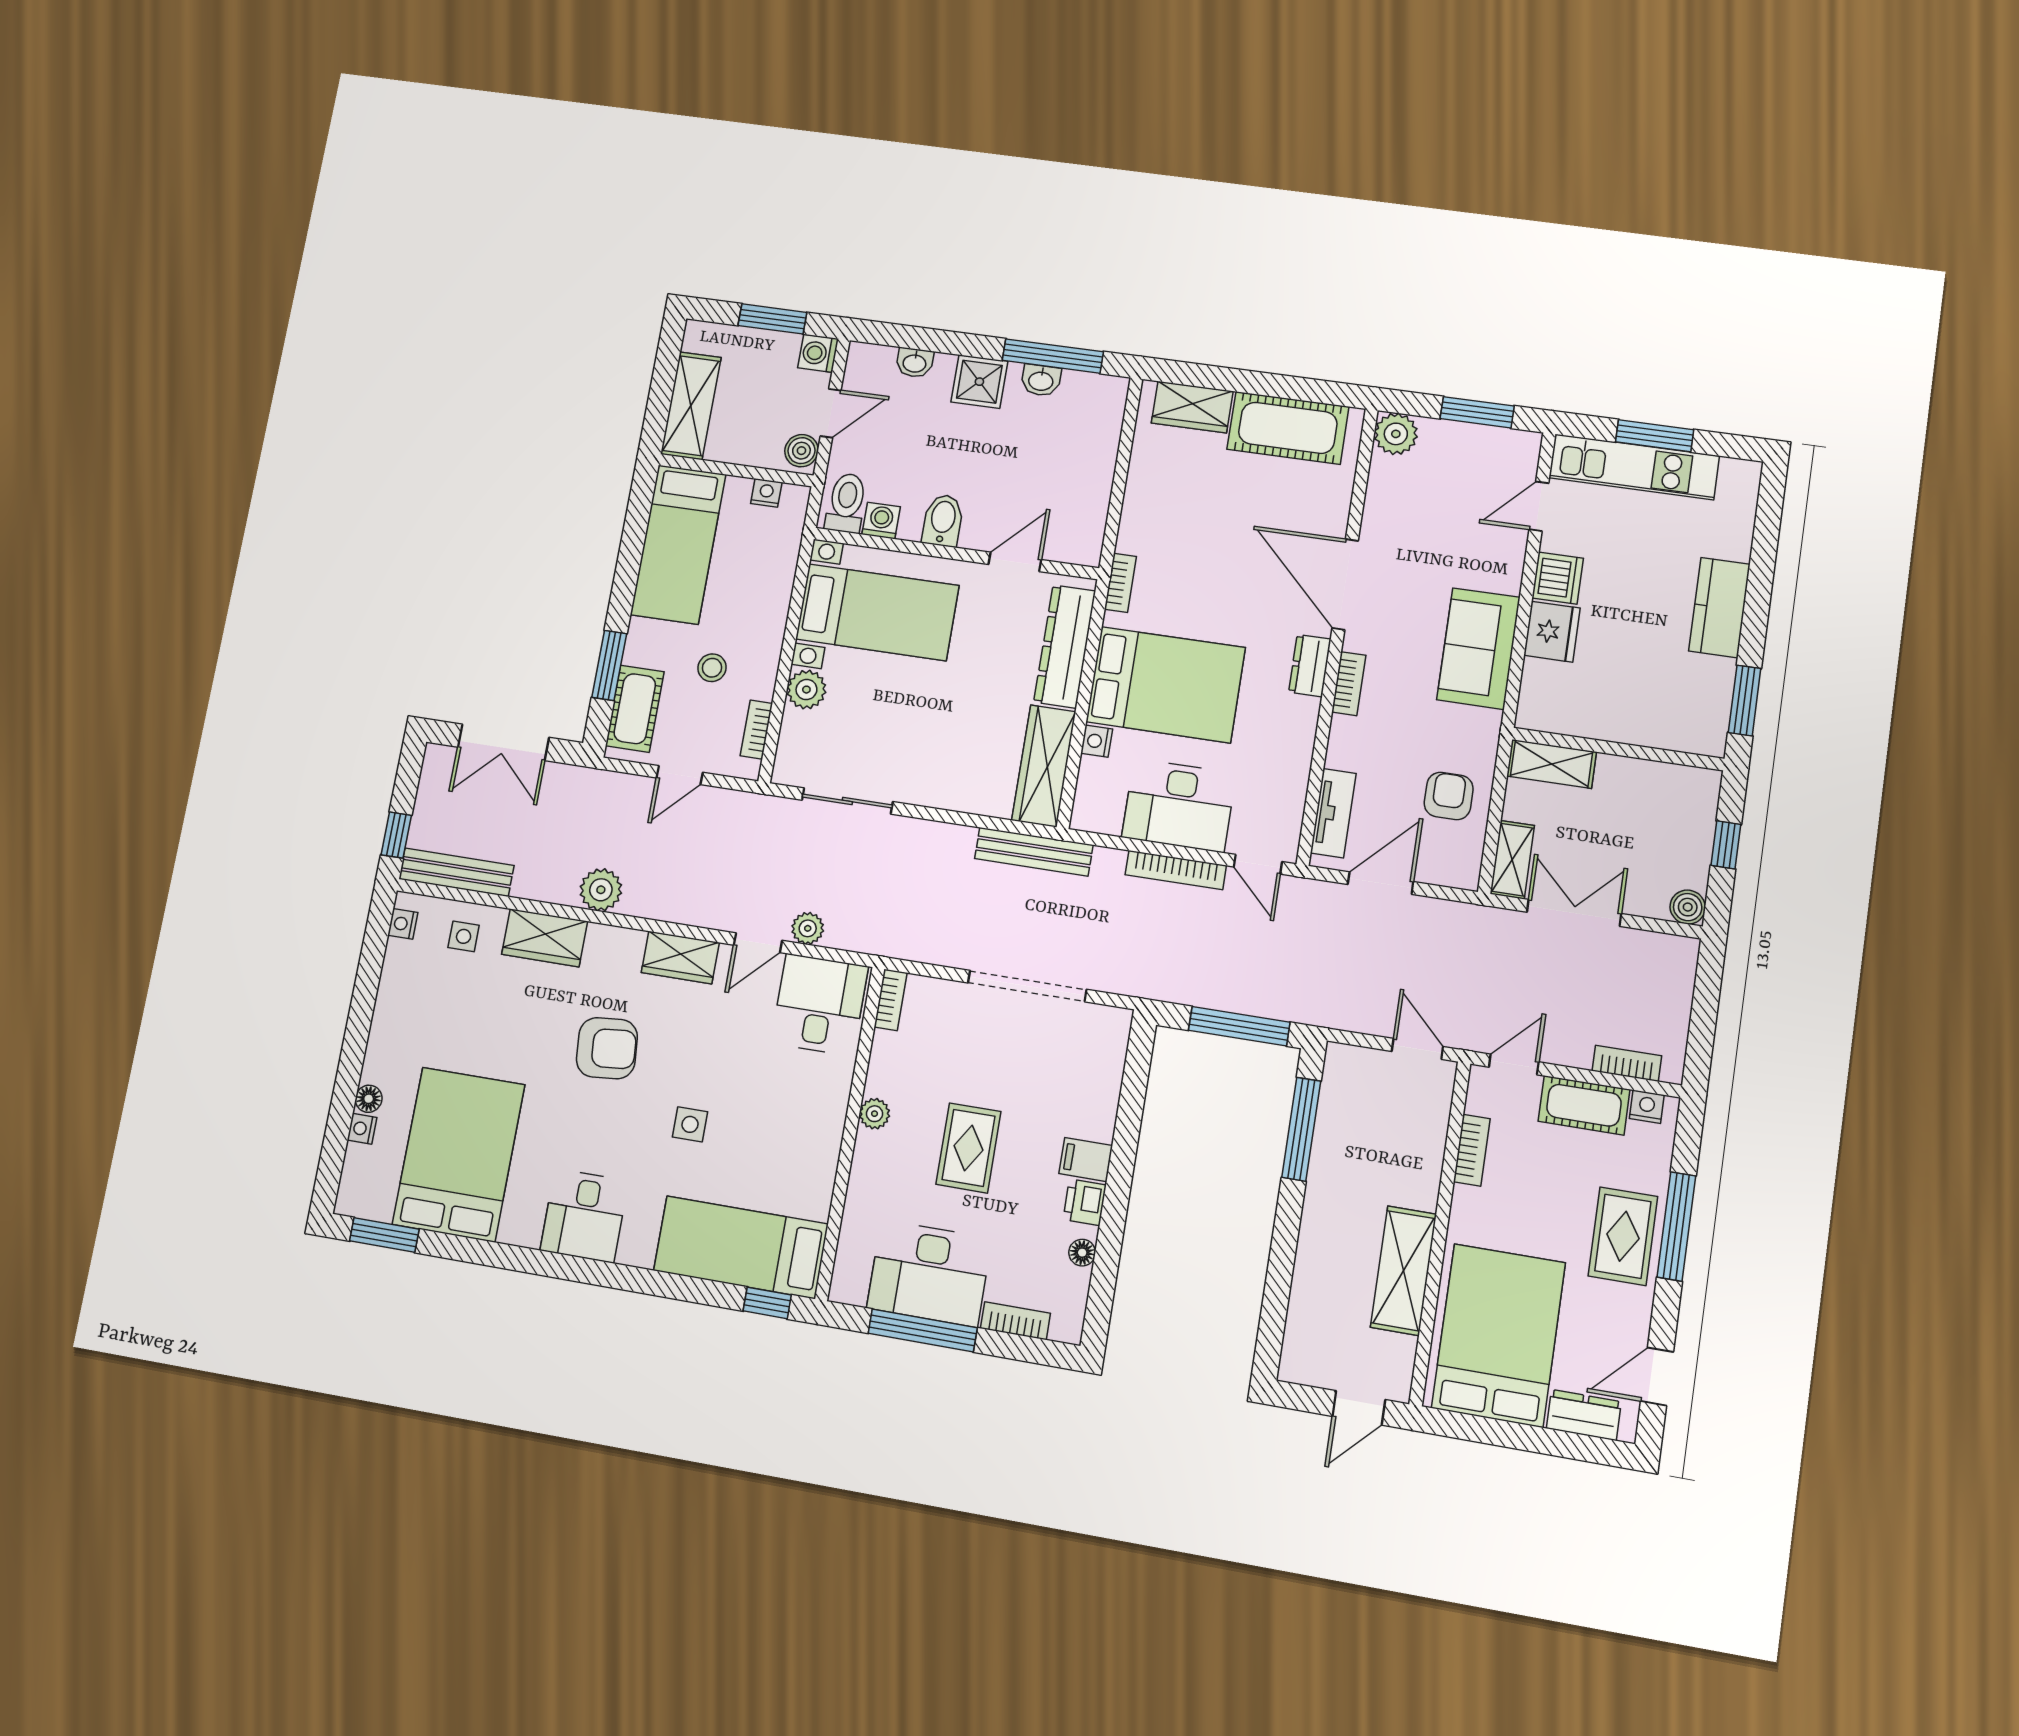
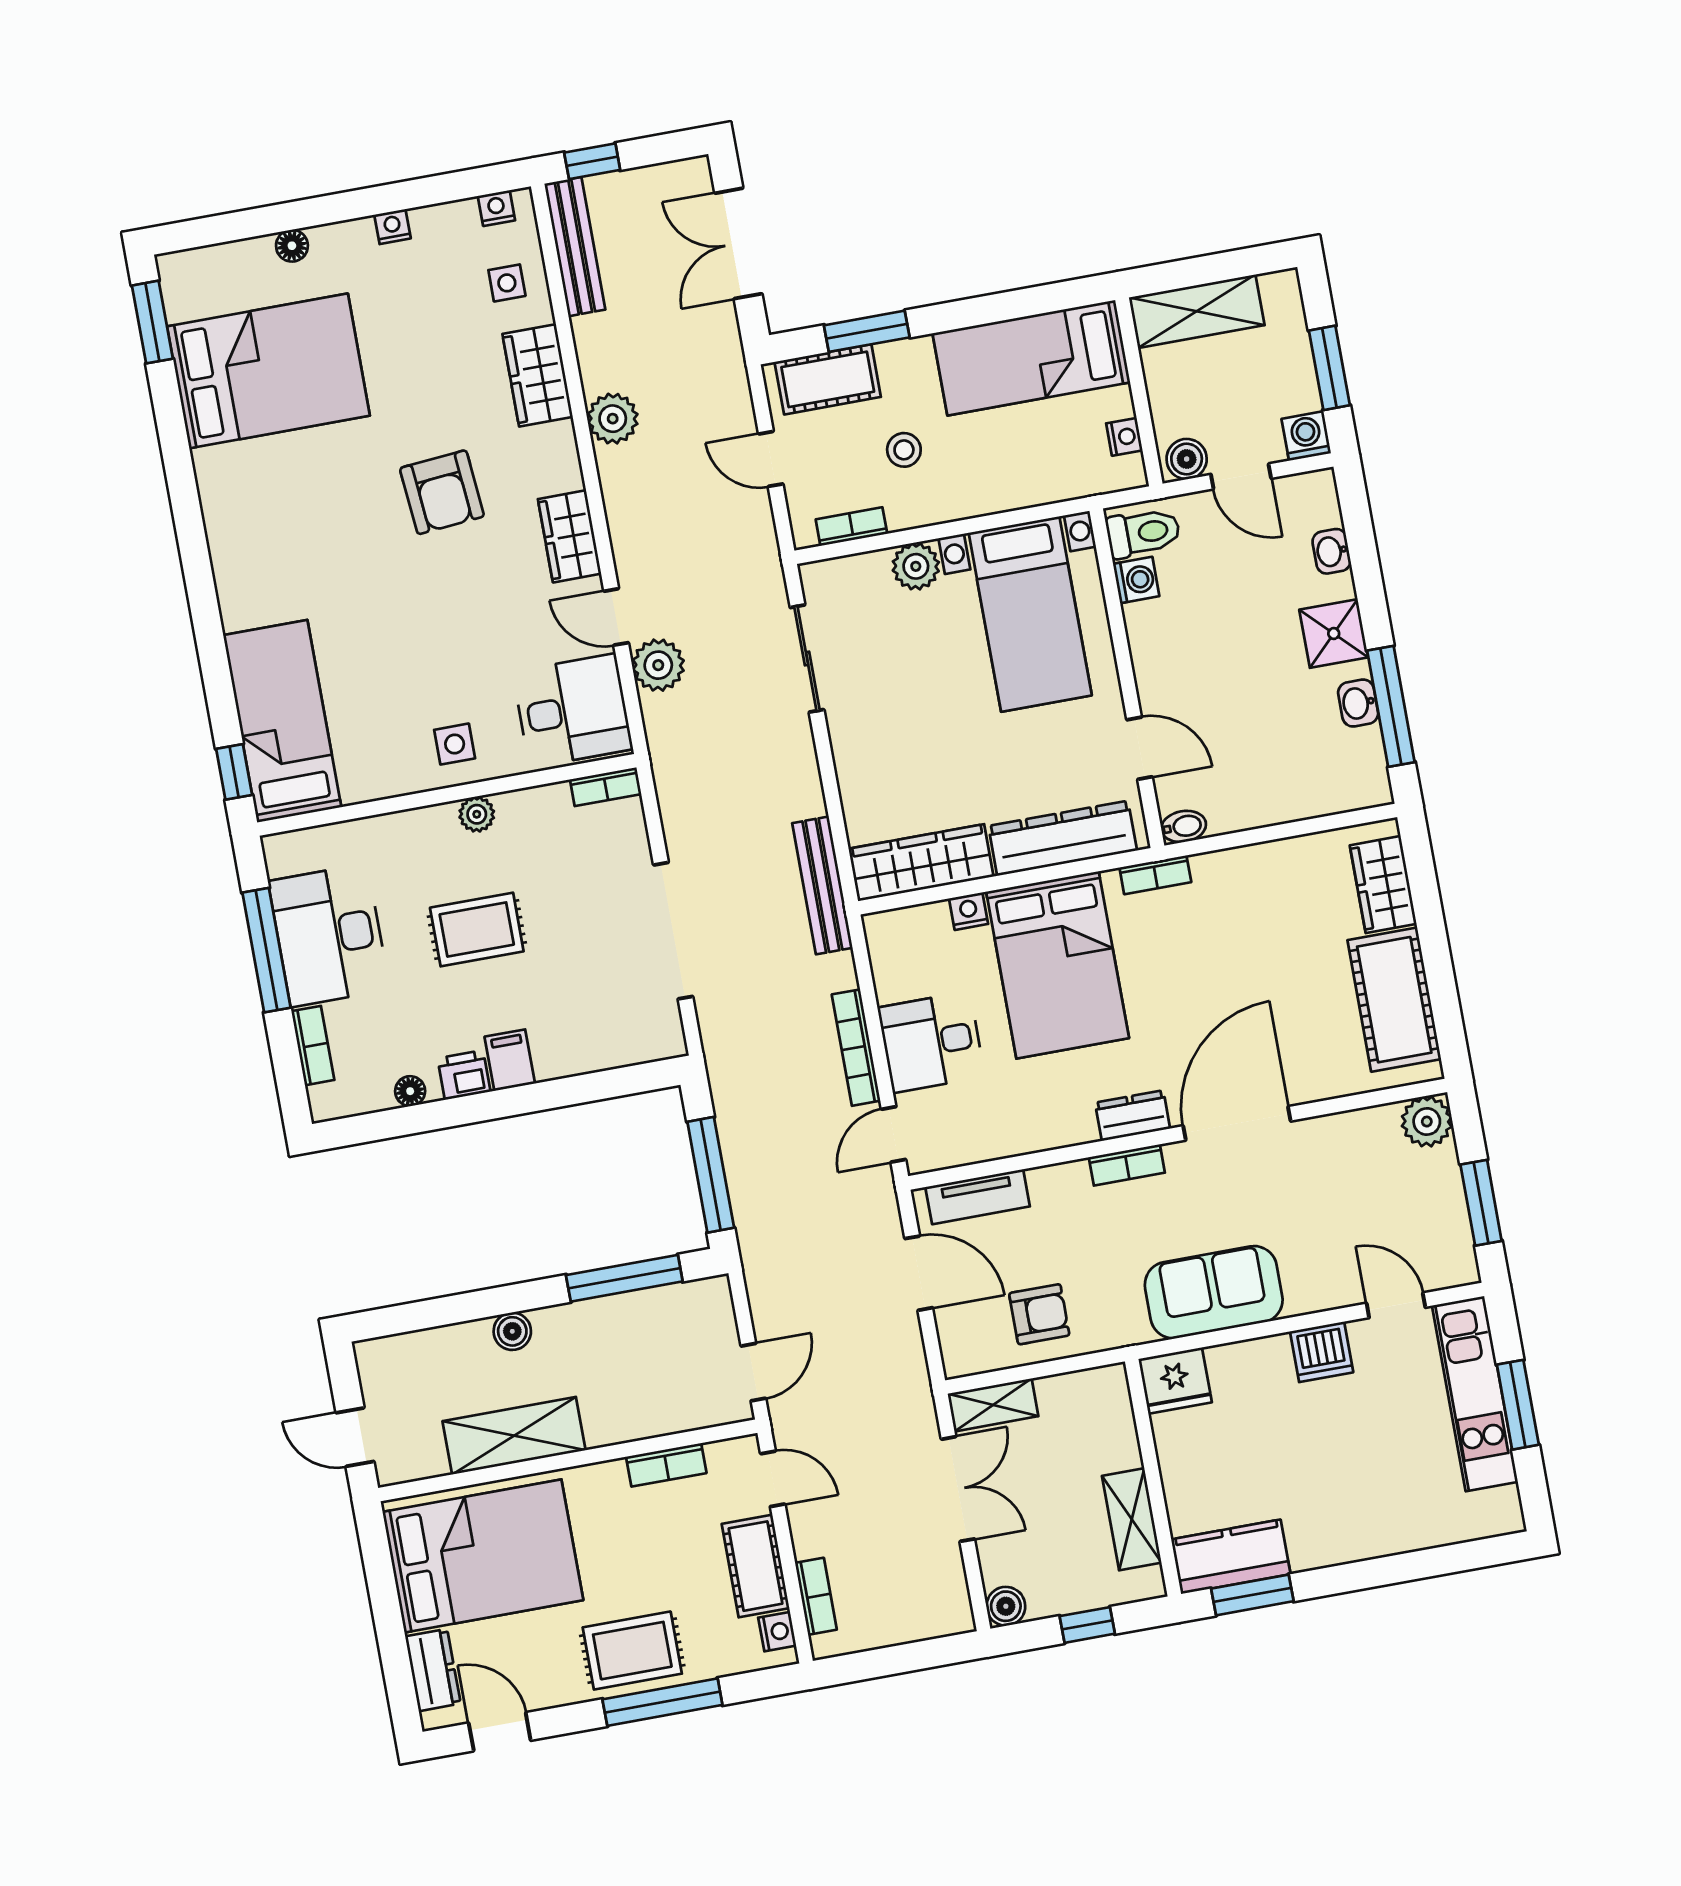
bidet: (943, 520) -> (1184, 826), moved, width x0.72, depth x0.74
kitchen counter: (1719, 608) -> (1231, 1557), moved
fridge: (1552, 632) -> (1175, 1381), moved
shelving: (1551, 764) -> (1132, 1519), moved
desk: (1179, 805) -> (931, 1042), width x0.73
plant: (808, 928) -> (658, 665), width x1.38, depth x1.38
side table: (690, 1124) -> (455, 744), moved
nightstand: (362, 1129) -> (392, 227), moved
desk: (584, 1216) -> (253, 536), removed
boiler: (1314, 1240) -> (512, 1331), added

